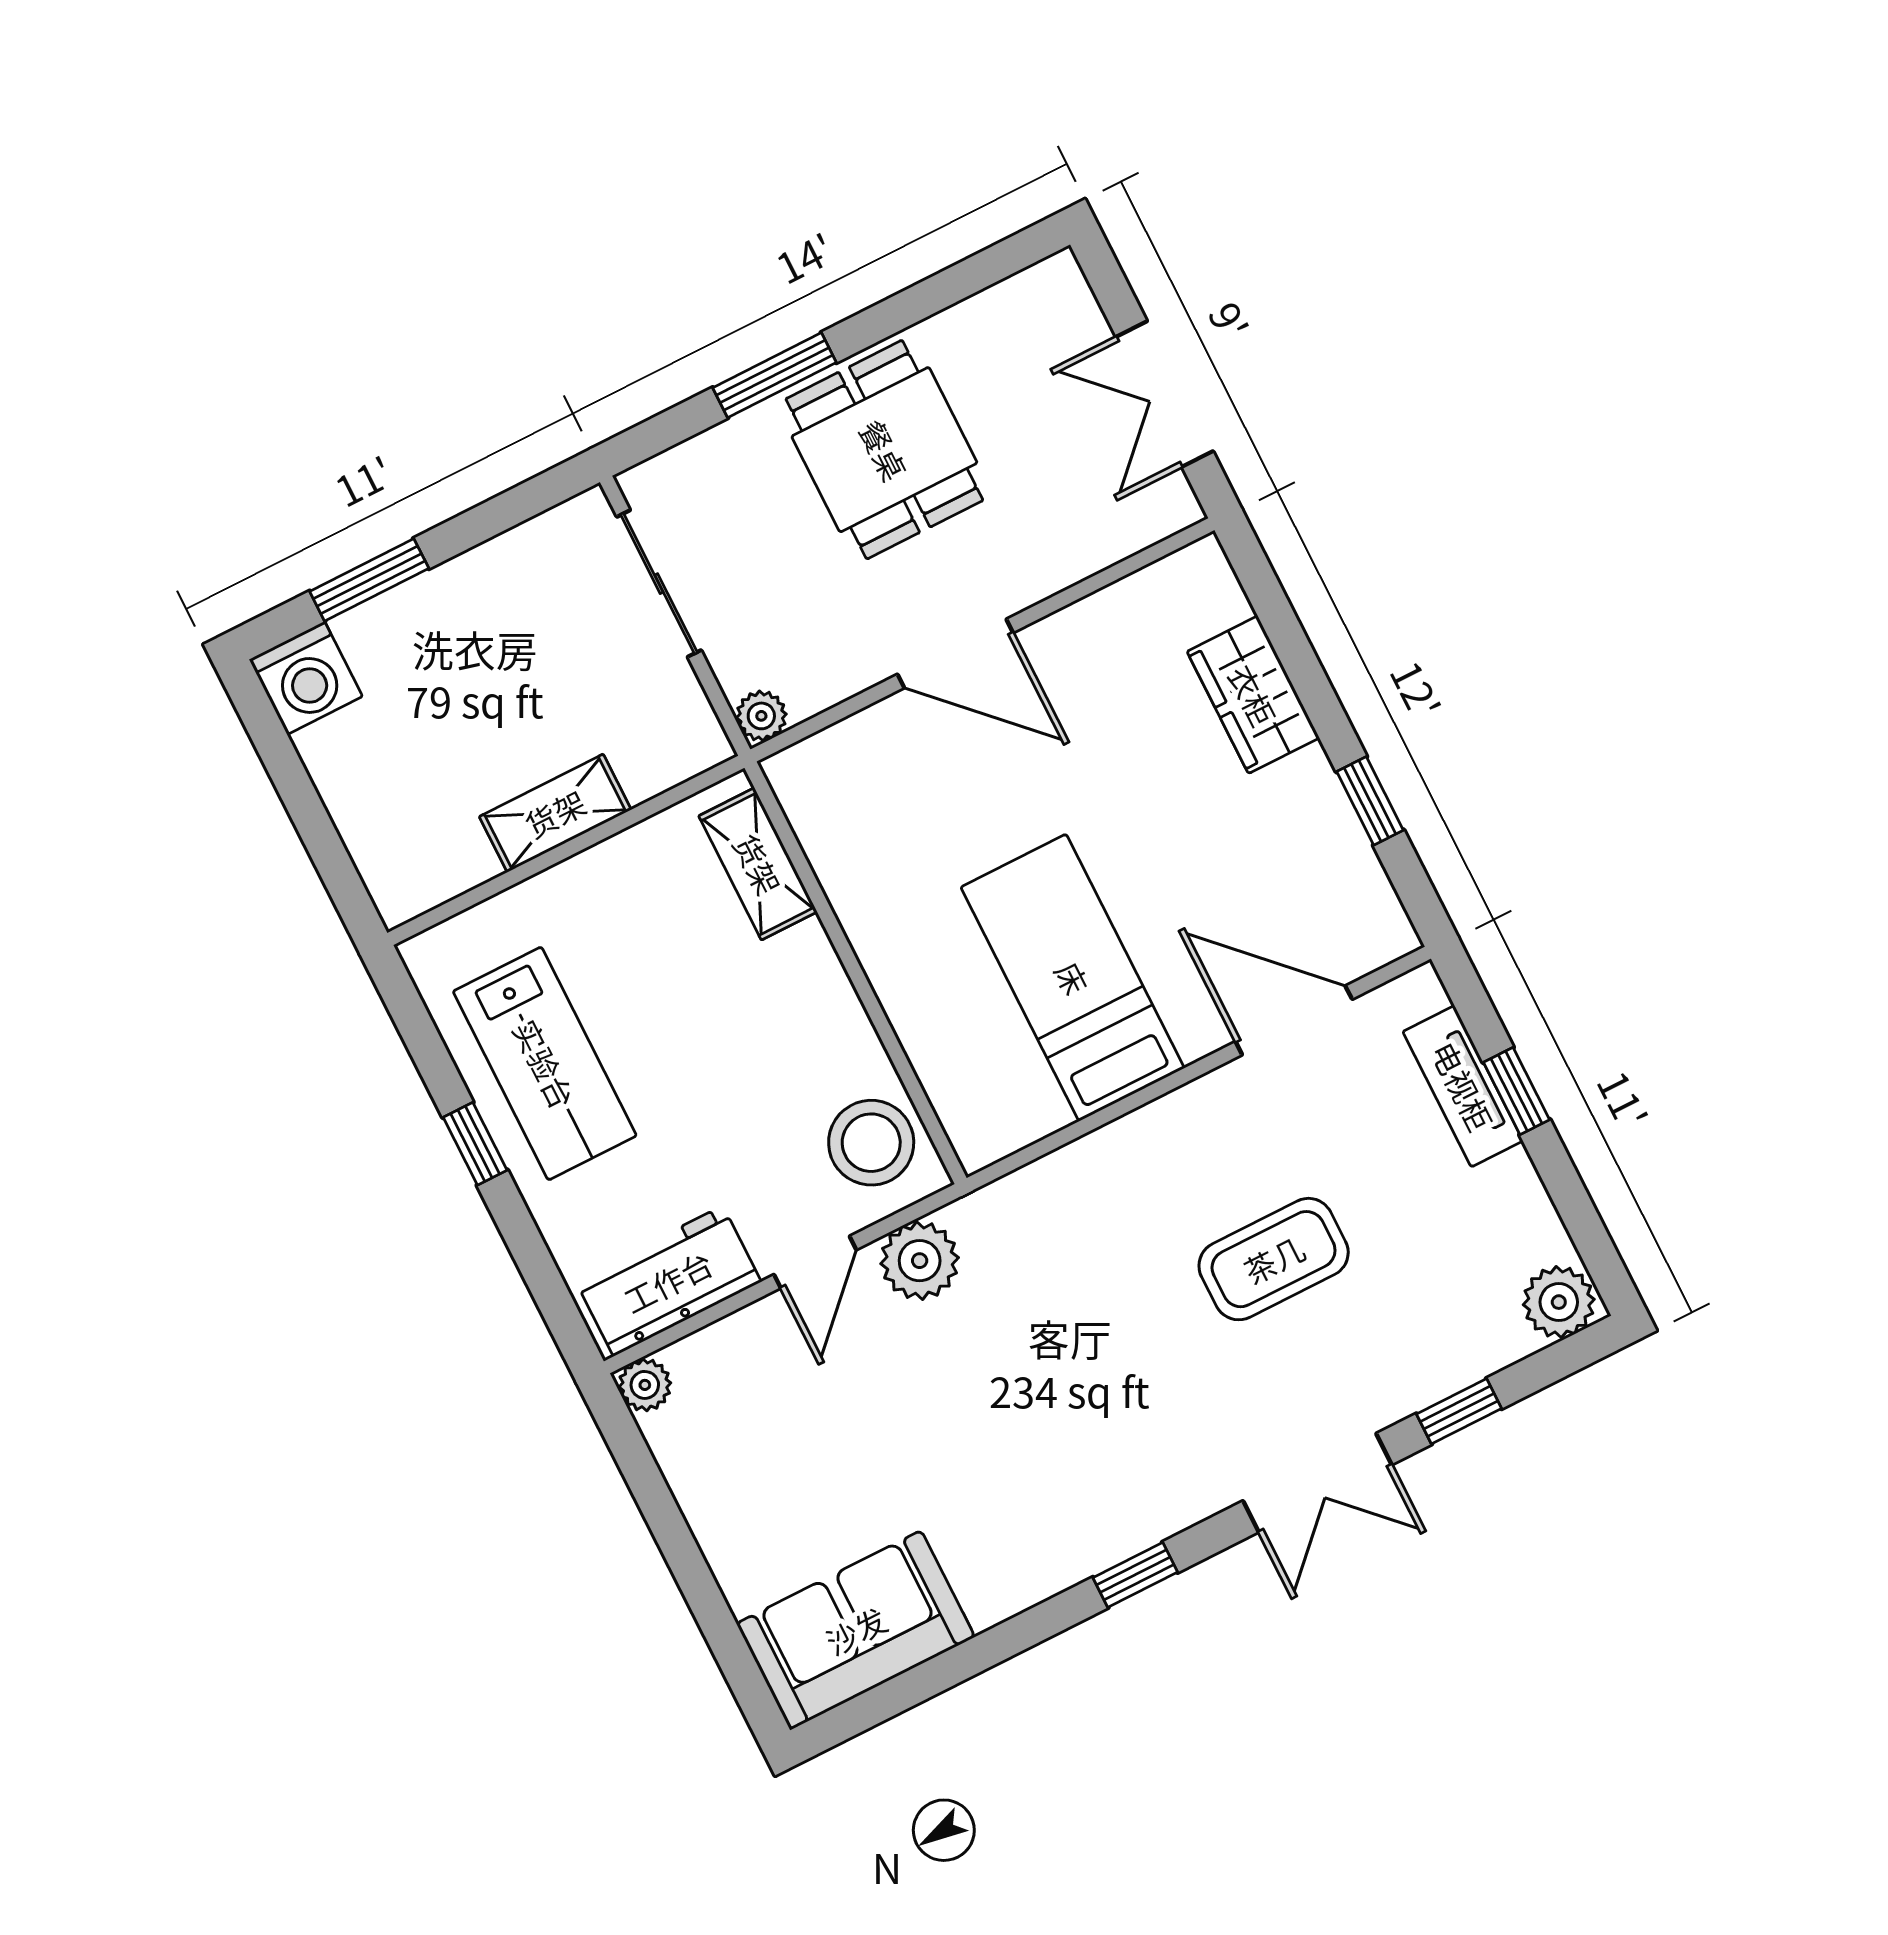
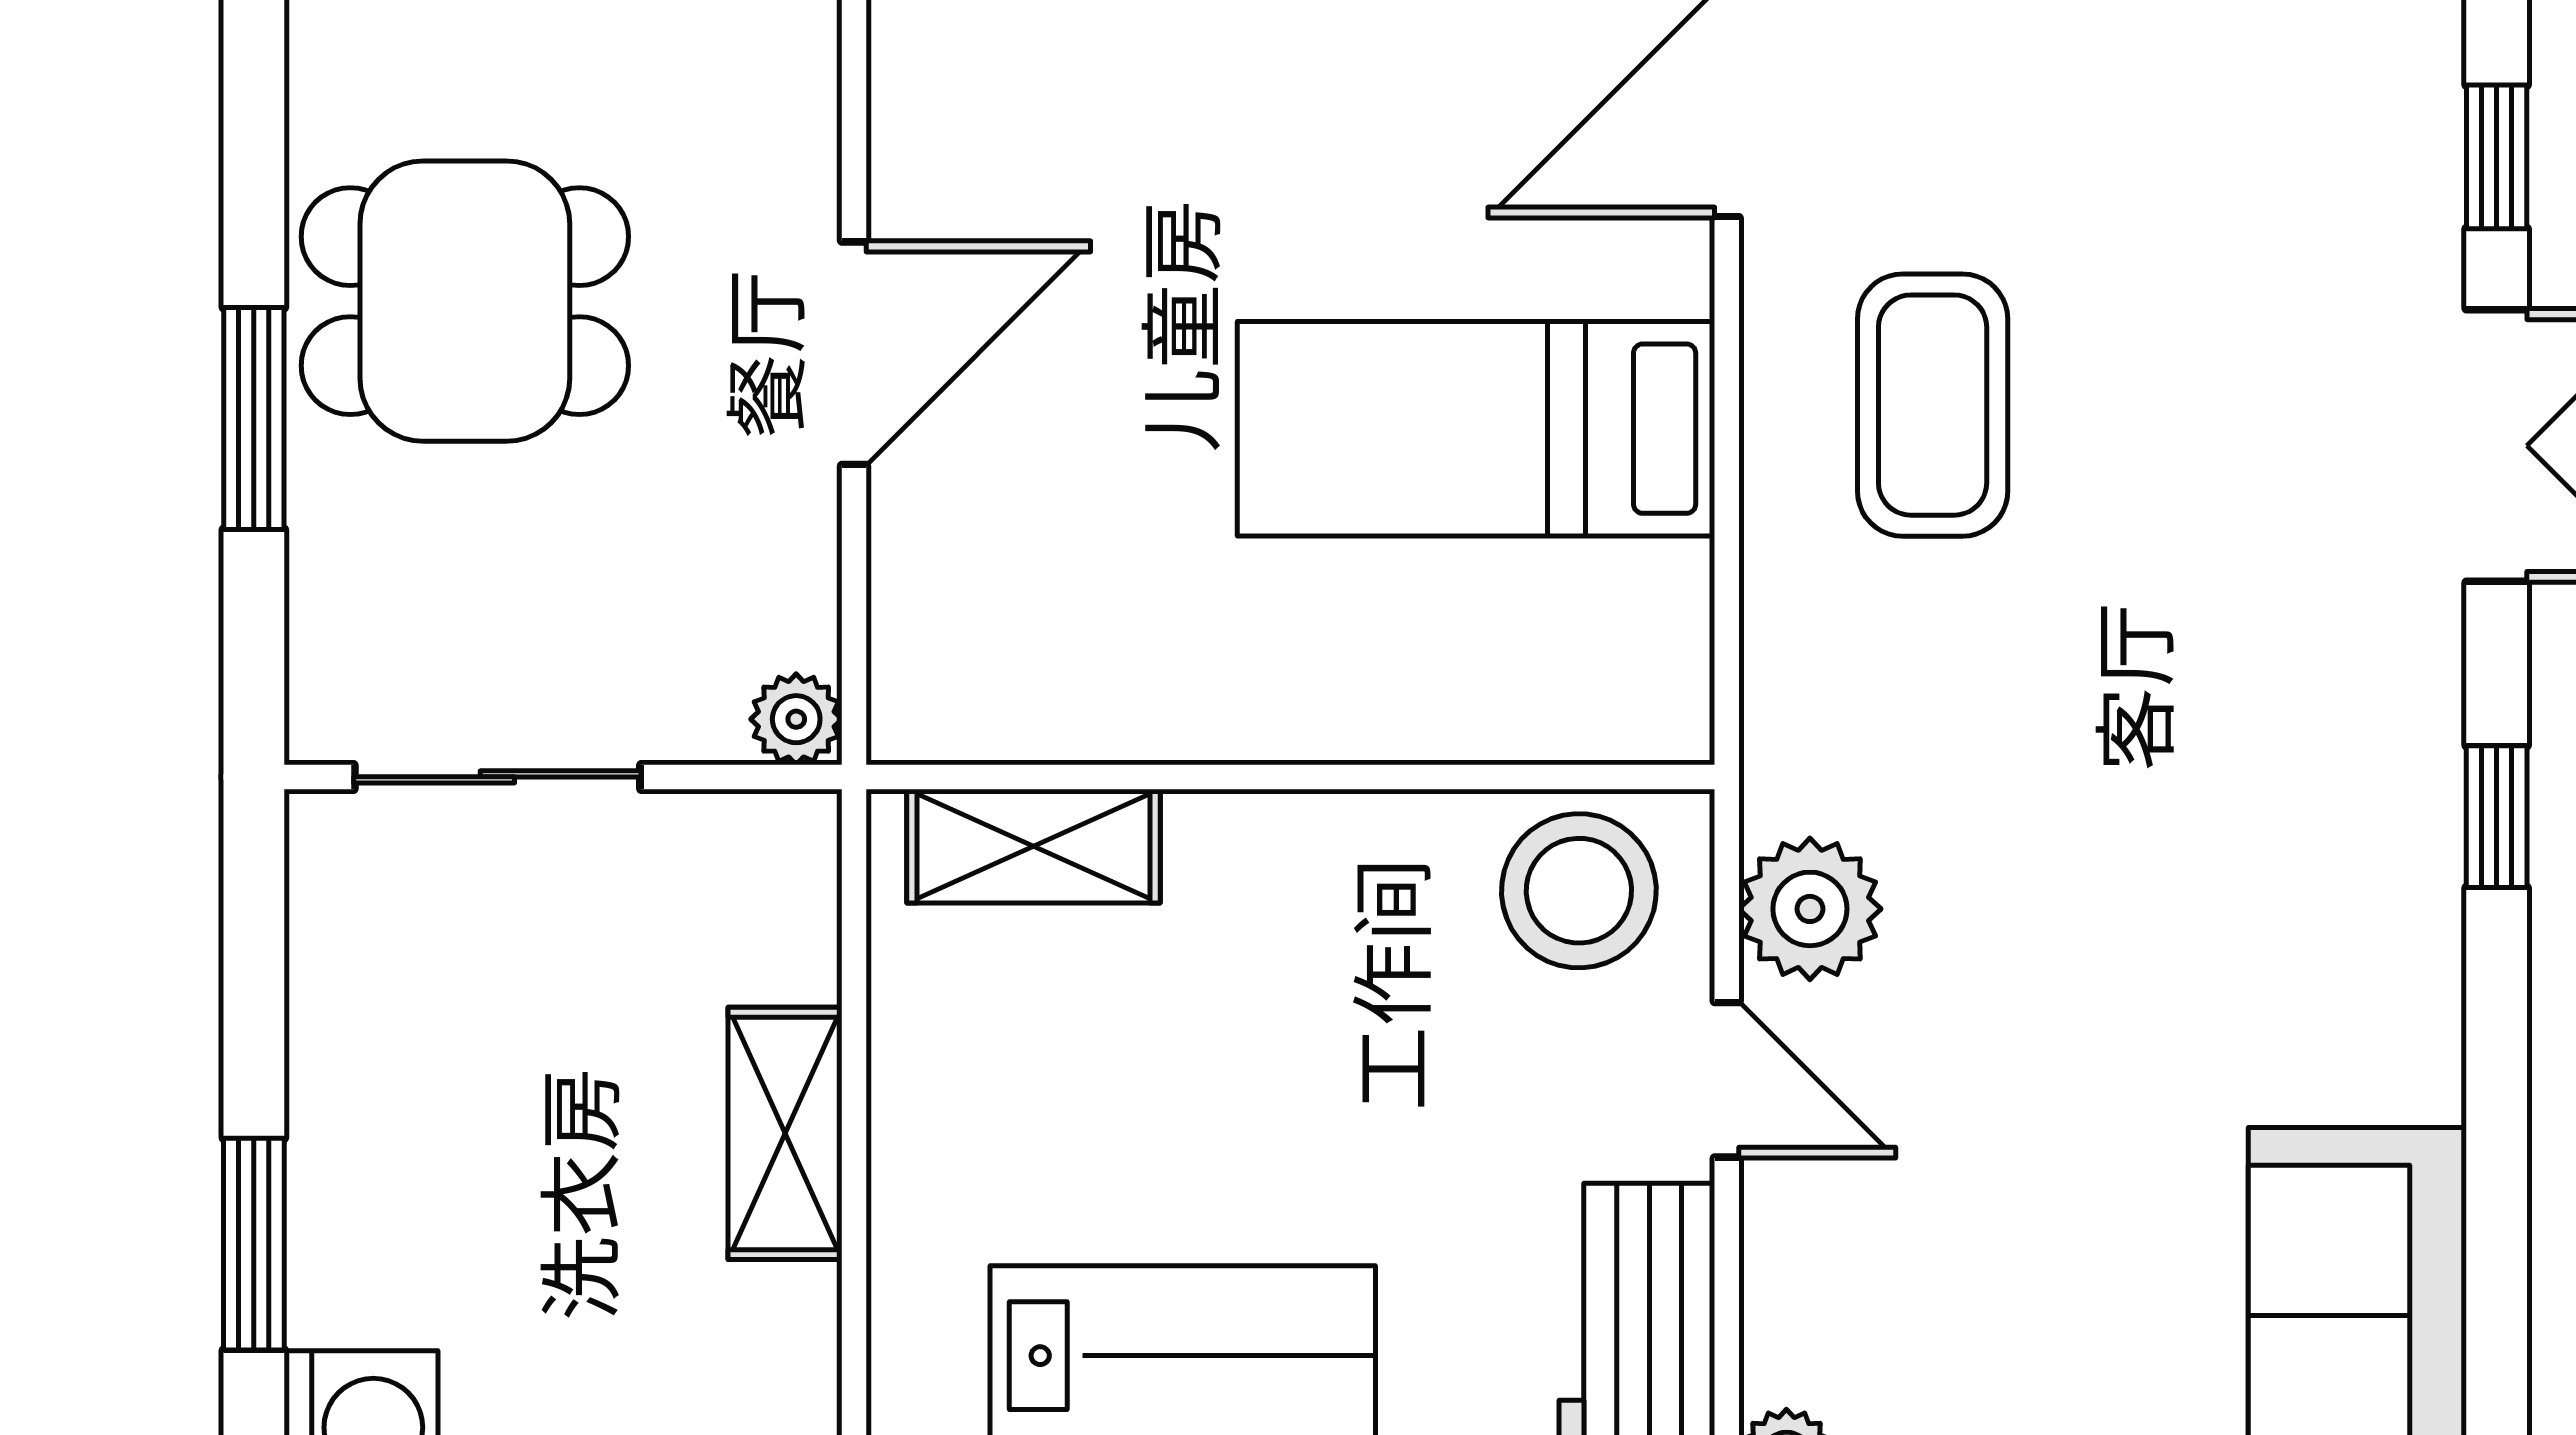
coffee table: (1274, 1259) -> (1933, 405), moved

